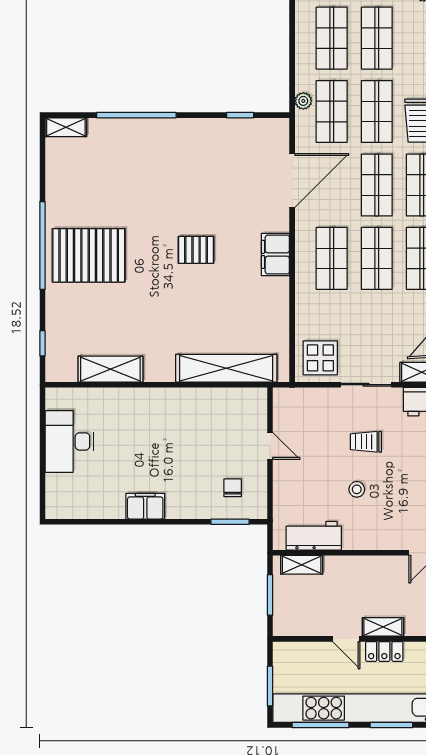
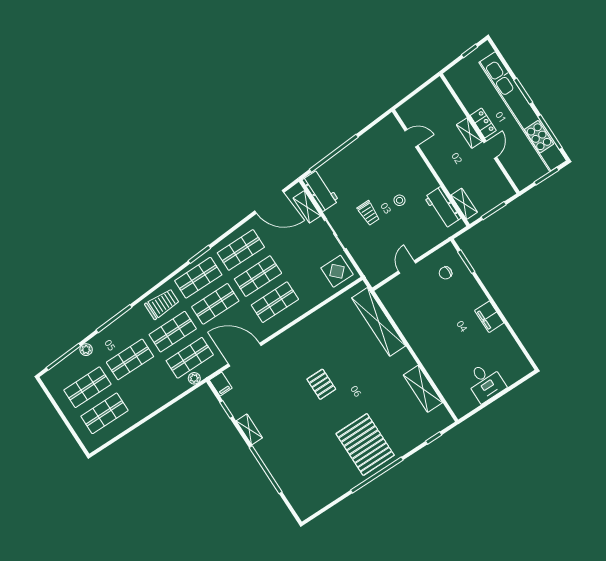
shop shelf: (332, 38) -> (147, 386), removed
shelving: (66, 127) -> (249, 429), moved
filing cabinet: (275, 254) -> (221, 384), moved, width x0.50
desk: (69, 441) -> (485, 382), width x0.73

